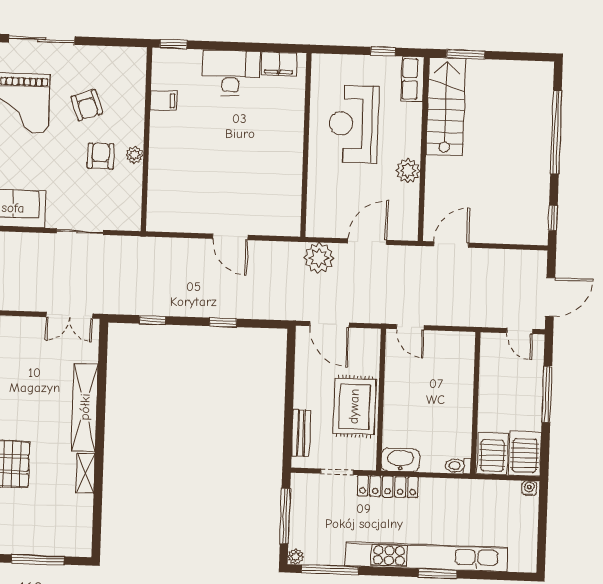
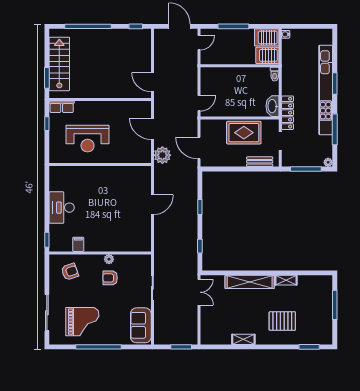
filing cabinet: (279, 64) -> (56, 181), removed
armchair: (87, 105) -> (70, 272), moved
stairs: (446, 106) -> (59, 64), moved, turned 90
plant: (408, 171) -> (112, 108), removed
door: (329, 324) -> (199, 148), swing flipped
window: (330, 570) -> (335, 129), moved

